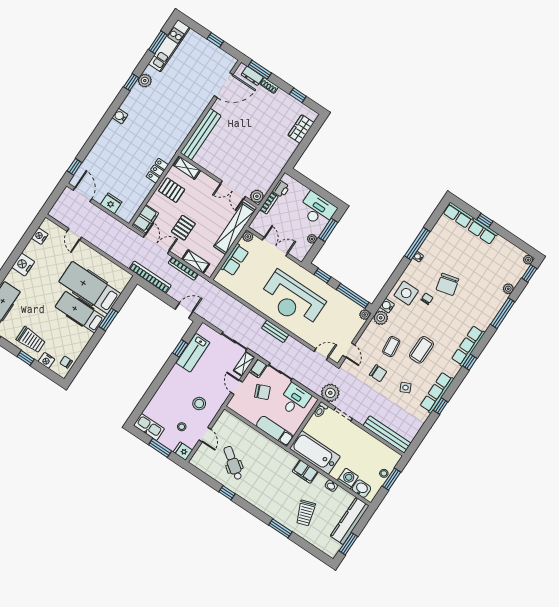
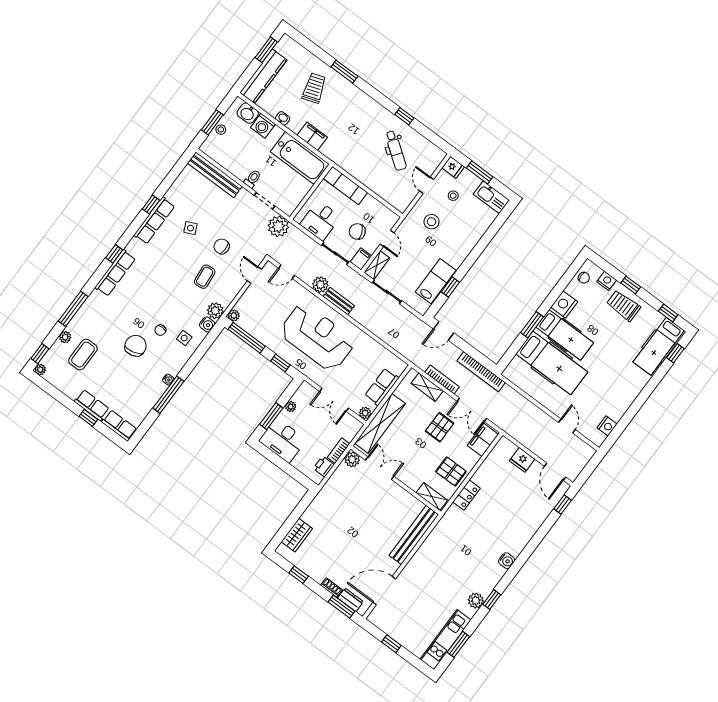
nightstand: (23, 265) -> (564, 304), moved, turned 180
side table: (406, 293) -> (184, 338), width x0.54, depth x0.54
plant: (292, 345) -> (320, 285), added
coffee table: (422, 350) -> (83, 355), moved
toilet: (321, 410) -> (253, 179), moved

